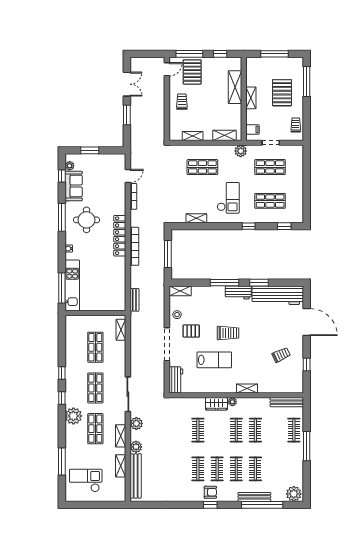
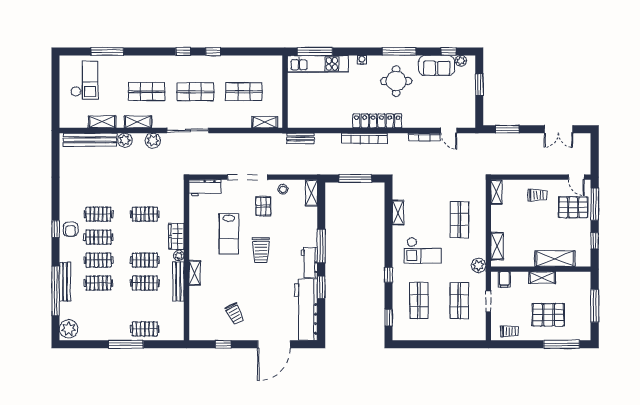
window: (127, 115) -> (507, 129), moved
shelving: (193, 136) -> (496, 192), moved
bench: (287, 402) -> (178, 282), moved
plant: (73, 416) -> (162, 65), removed

